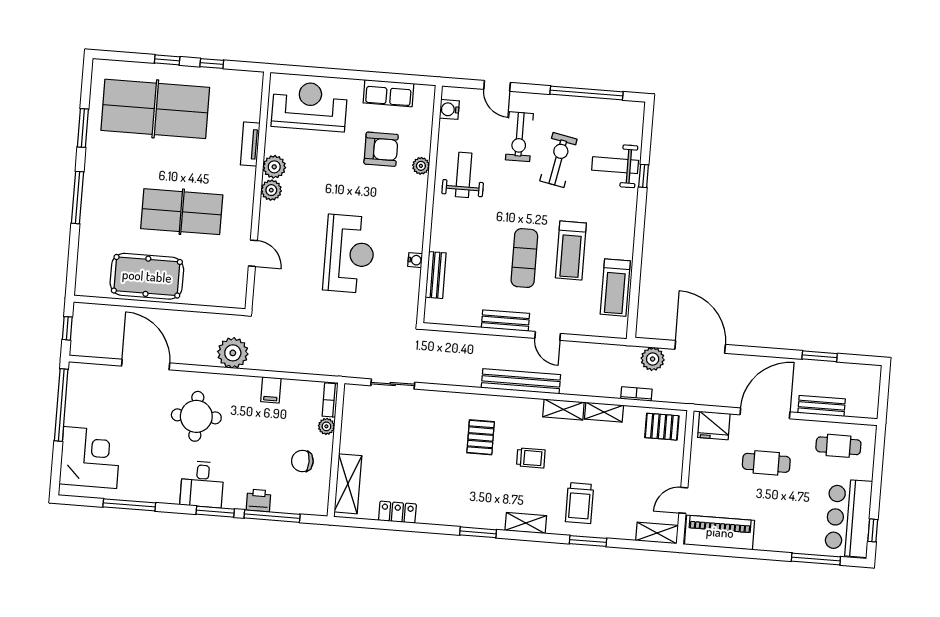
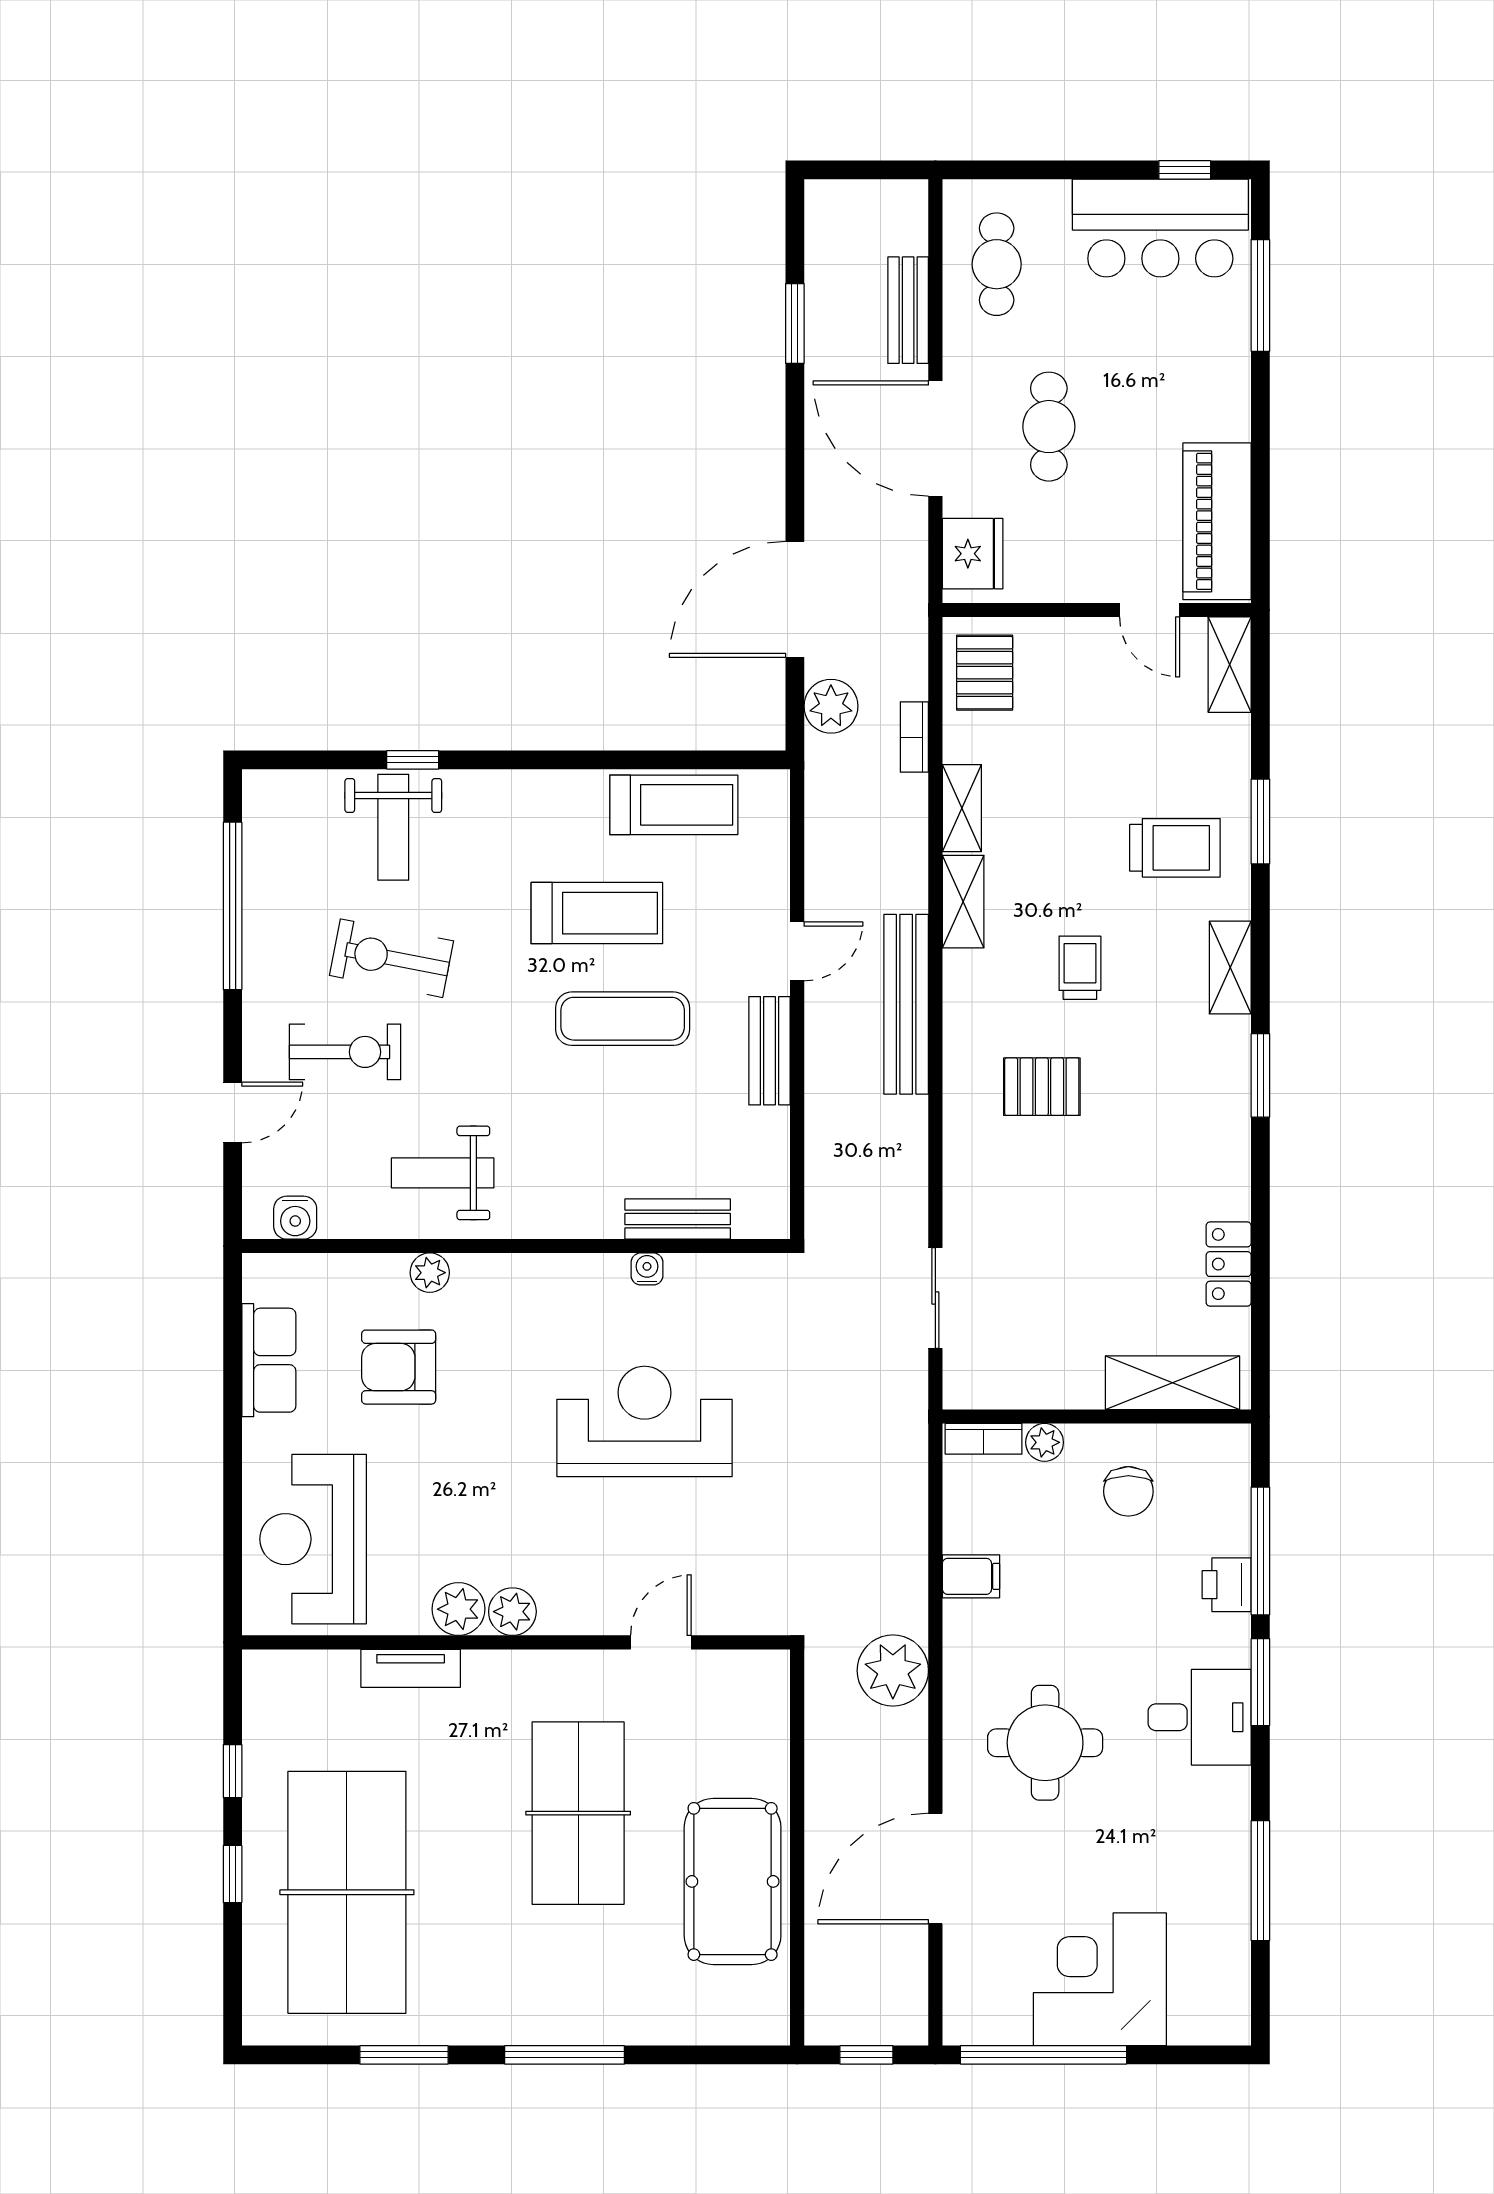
armchair: (381, 149) -> (399, 1367), turned -90
corner desk: (90, 457) -> (1100, 1979), moved

